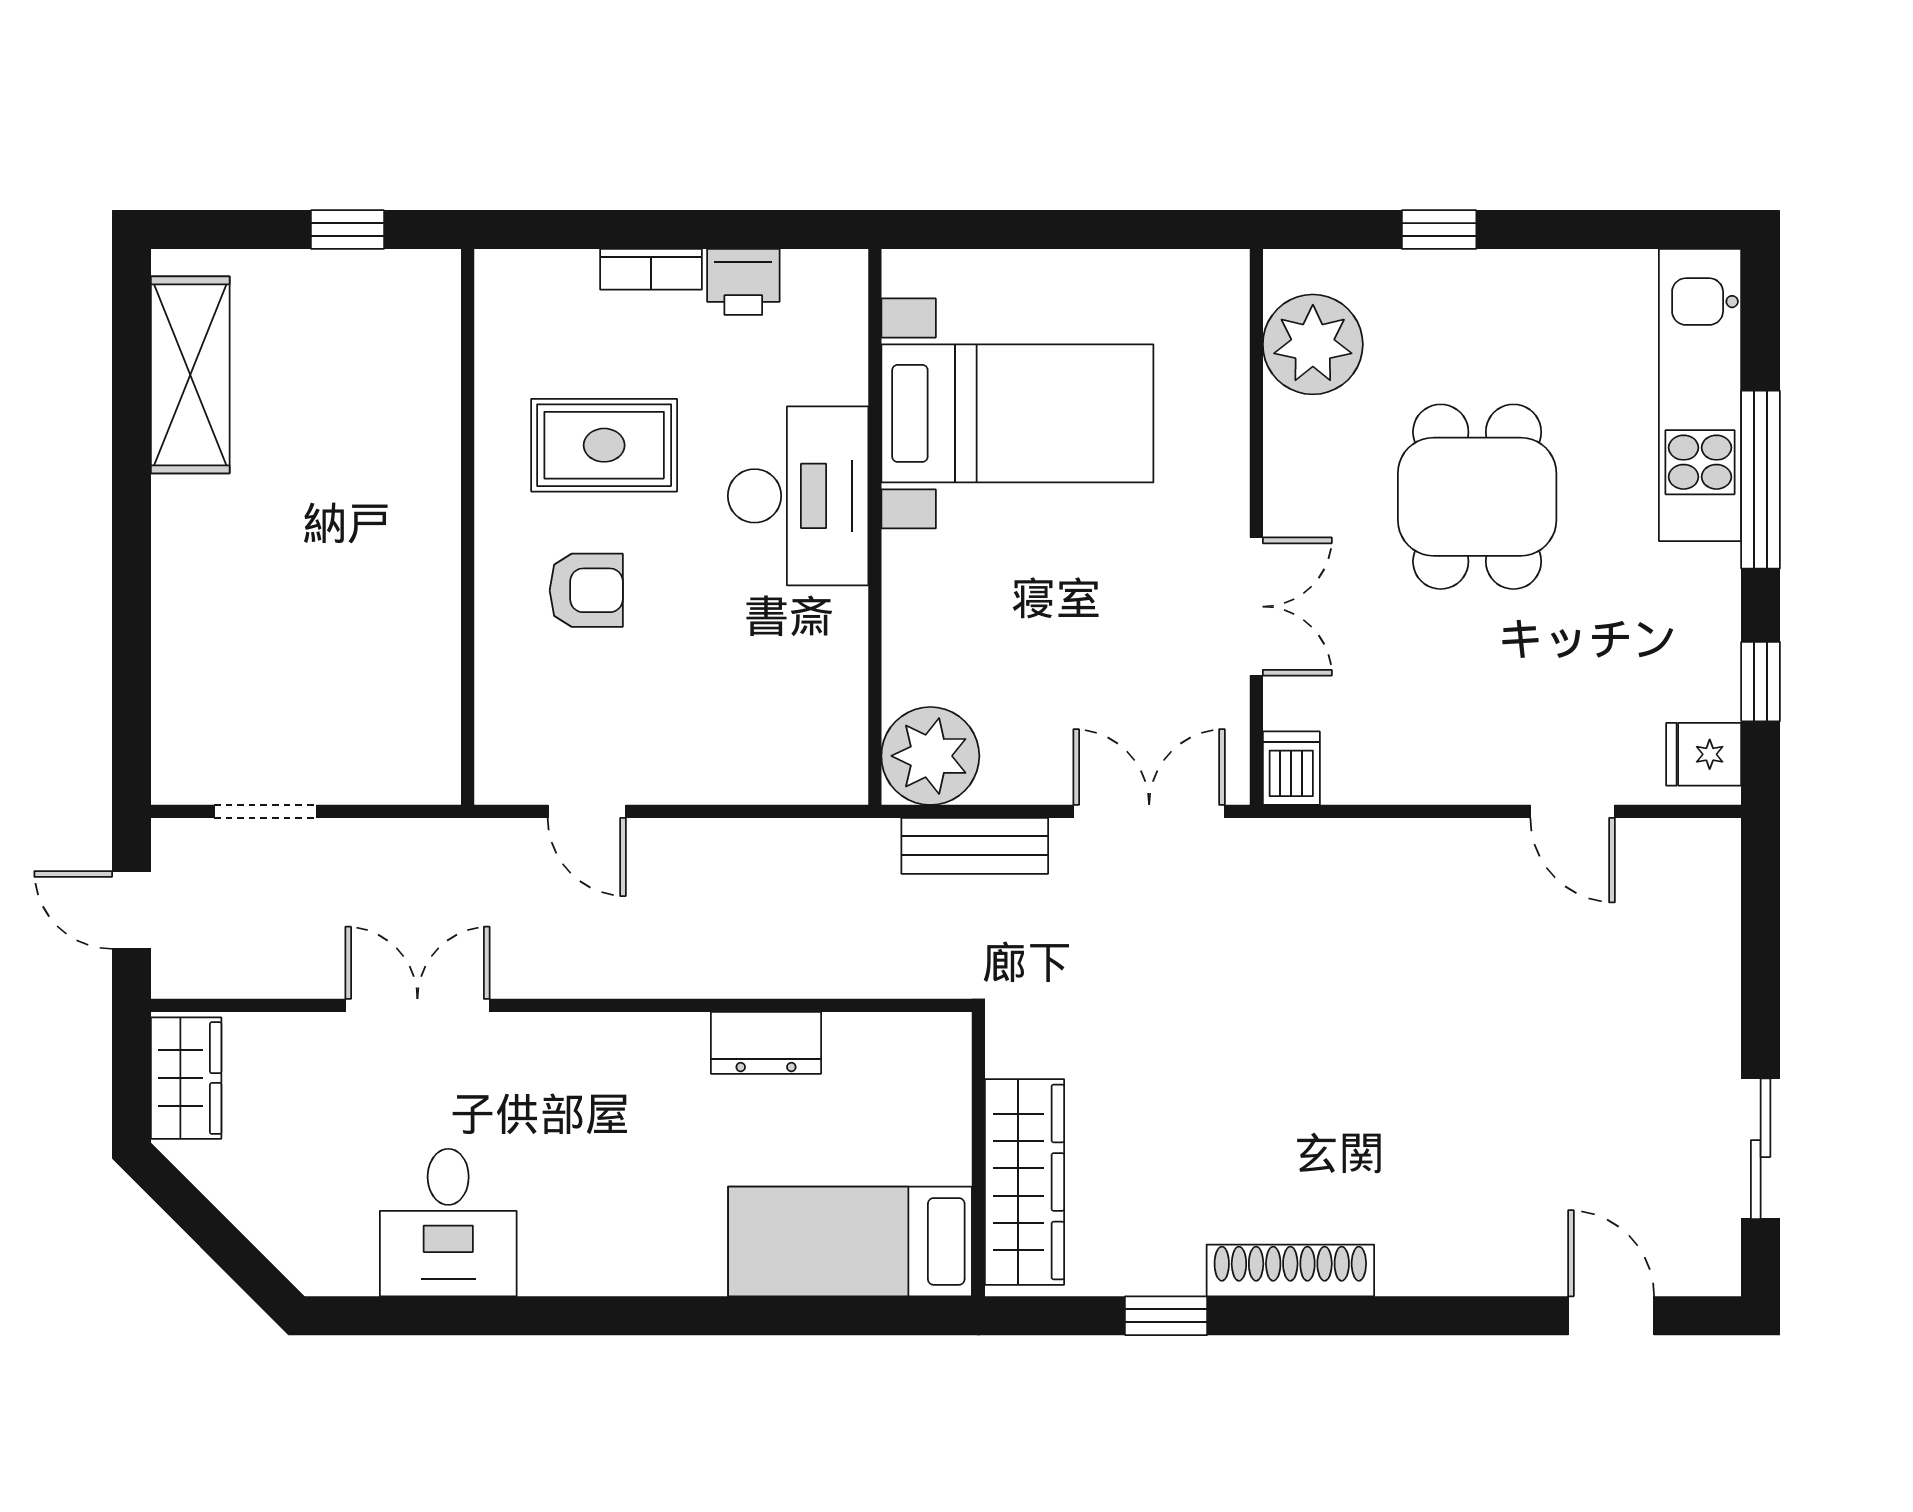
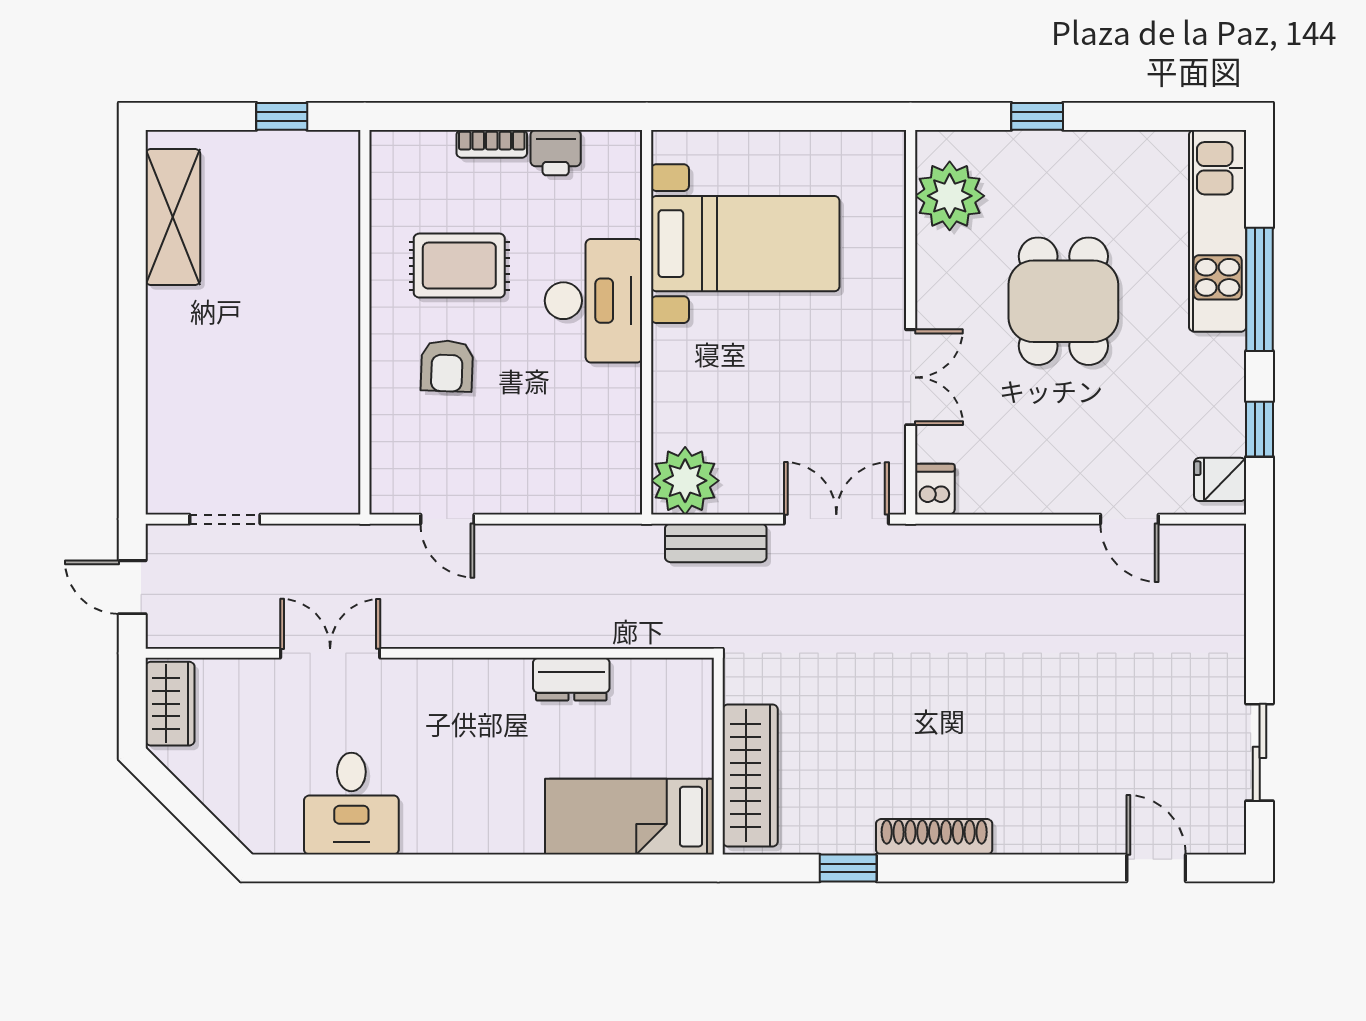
armchair: (586, 590) -> (447, 366), turned 92

